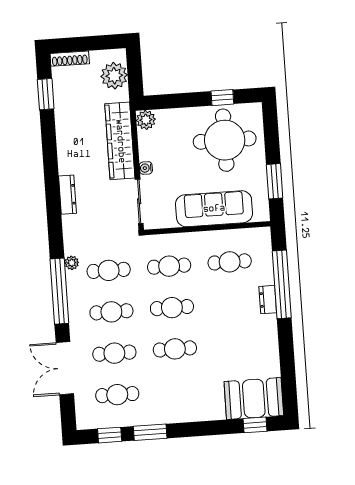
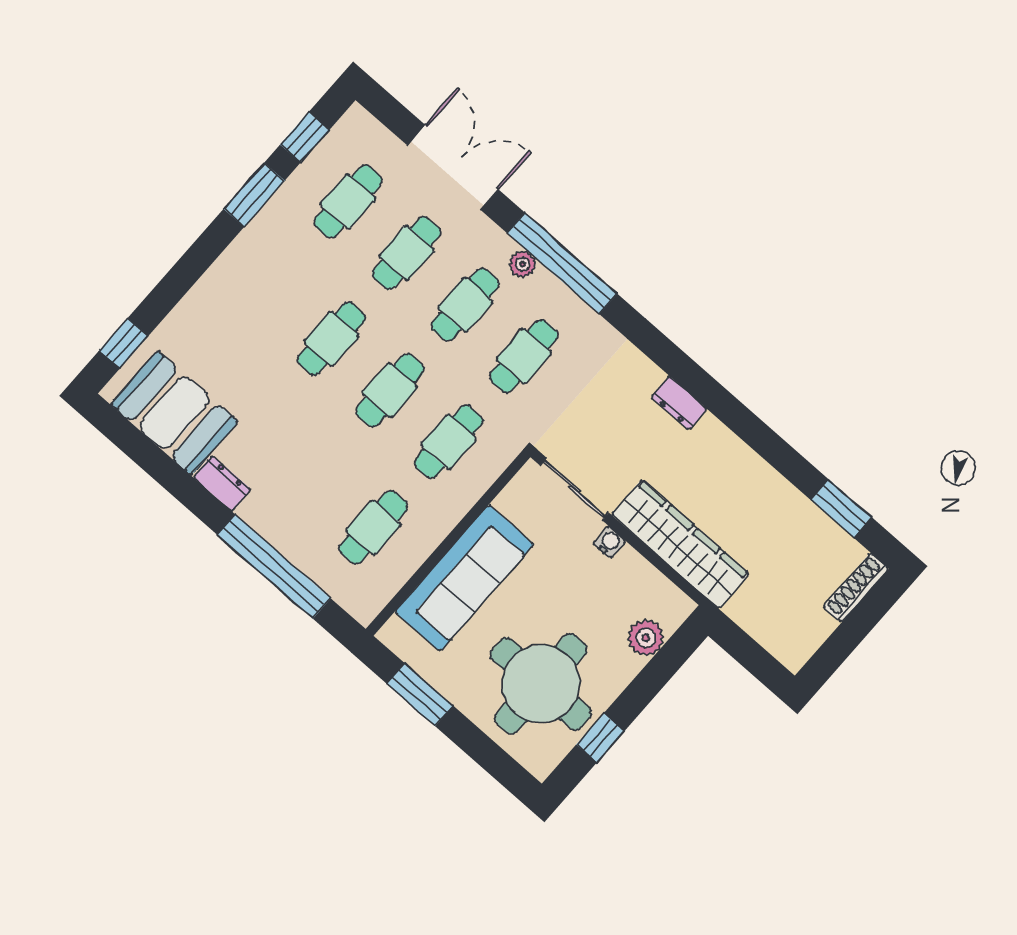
plant: (114, 76) -> (774, 624), removed
plant: (146, 120) -> (646, 638), moved
dresser: (68, 195) -> (679, 403), width x0.70
plant: (72, 263) -> (522, 264), moved
dresser: (268, 300) -> (222, 483), moved
booth: (254, 399) -> (174, 413), moved, turned 90

